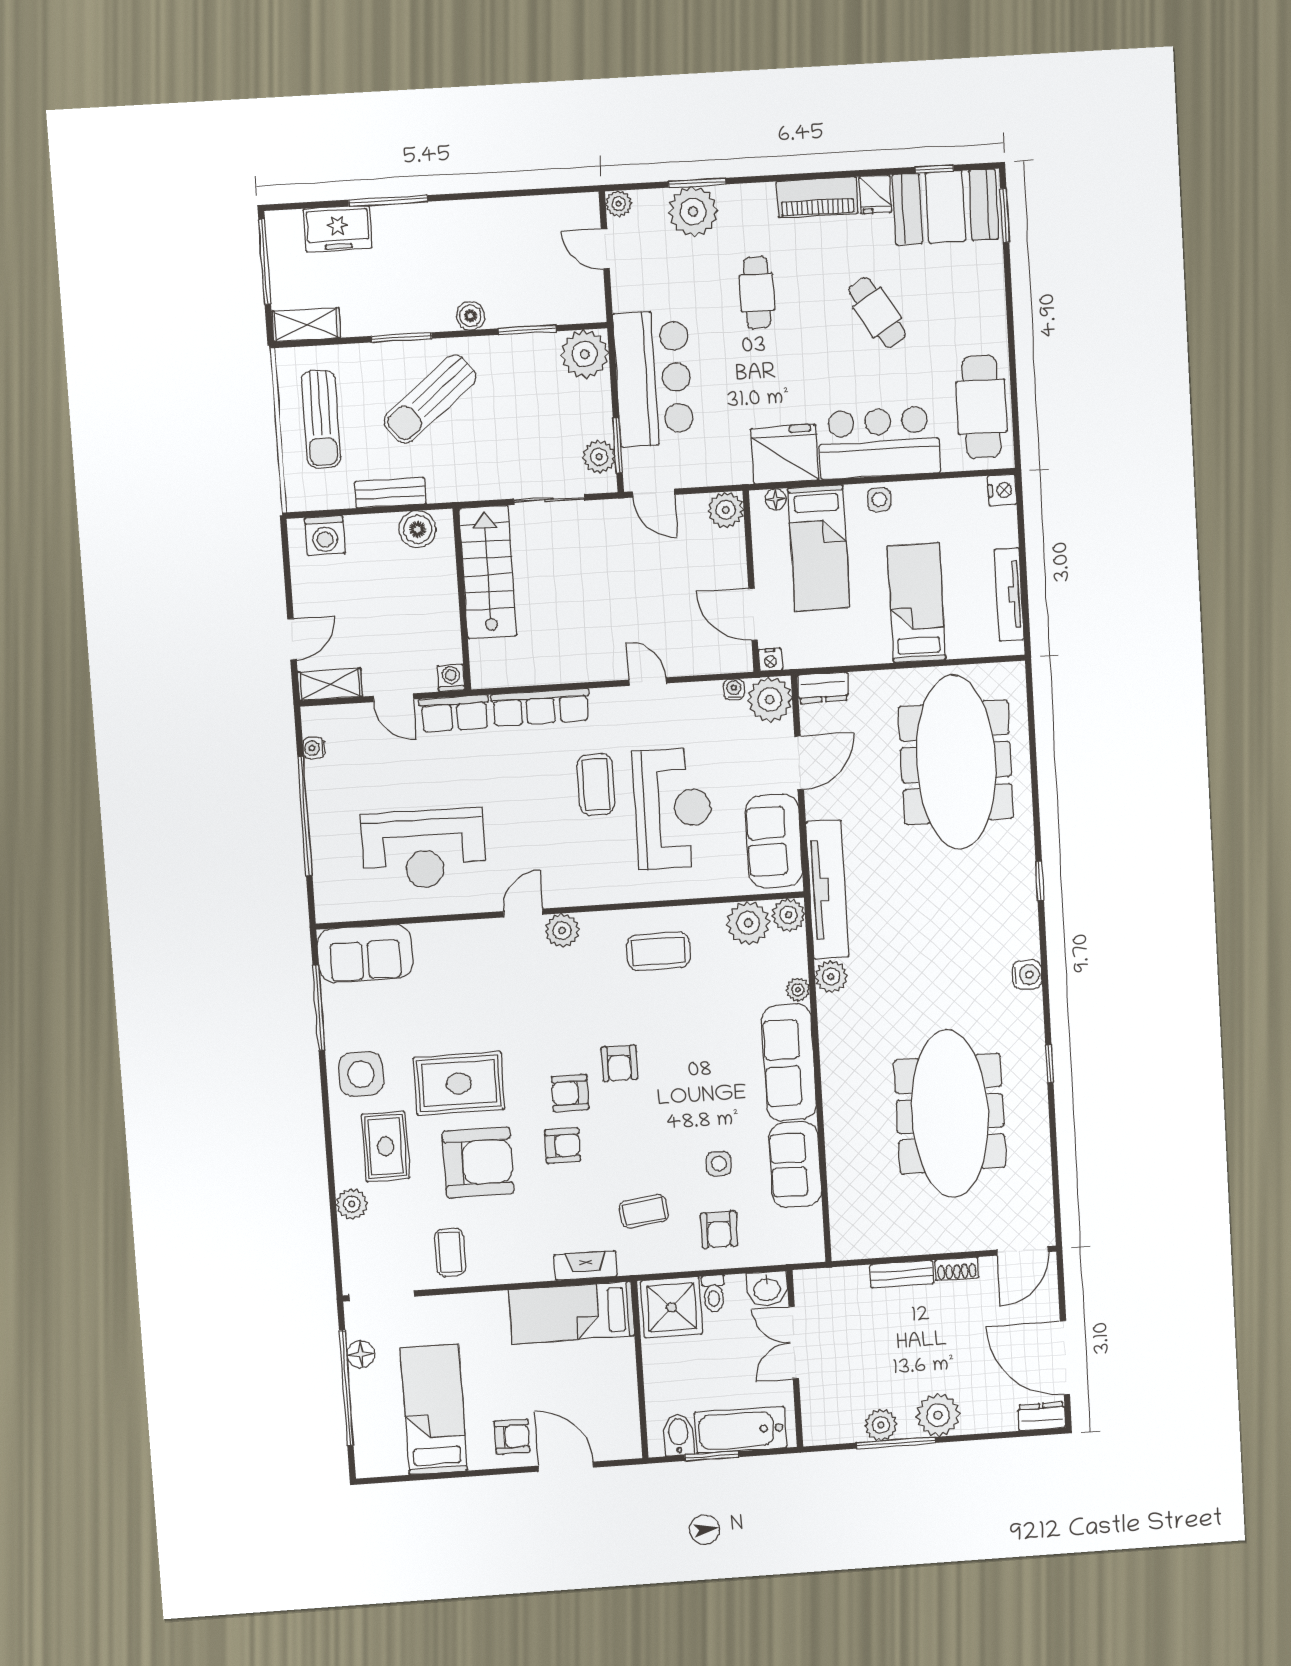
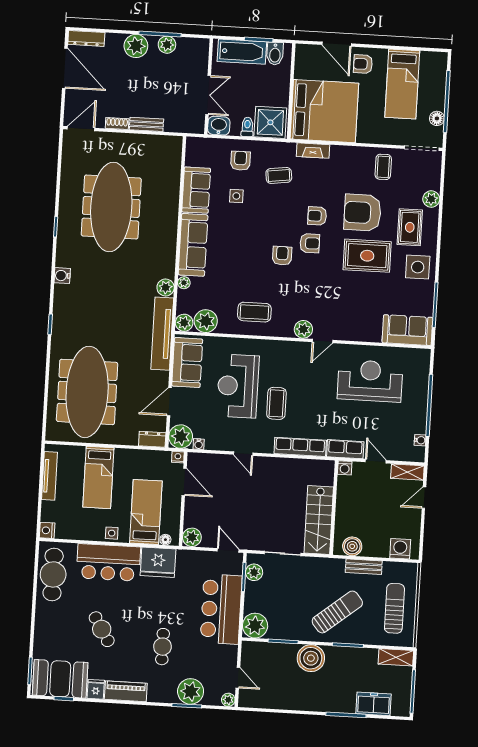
boiler: (471, 316) -> (311, 658), width x1.86, depth x1.86
bed: (572, 1313) -> (324, 111), width x2.04
dresser: (1042, 1416) -> (86, 38), width x1.44

